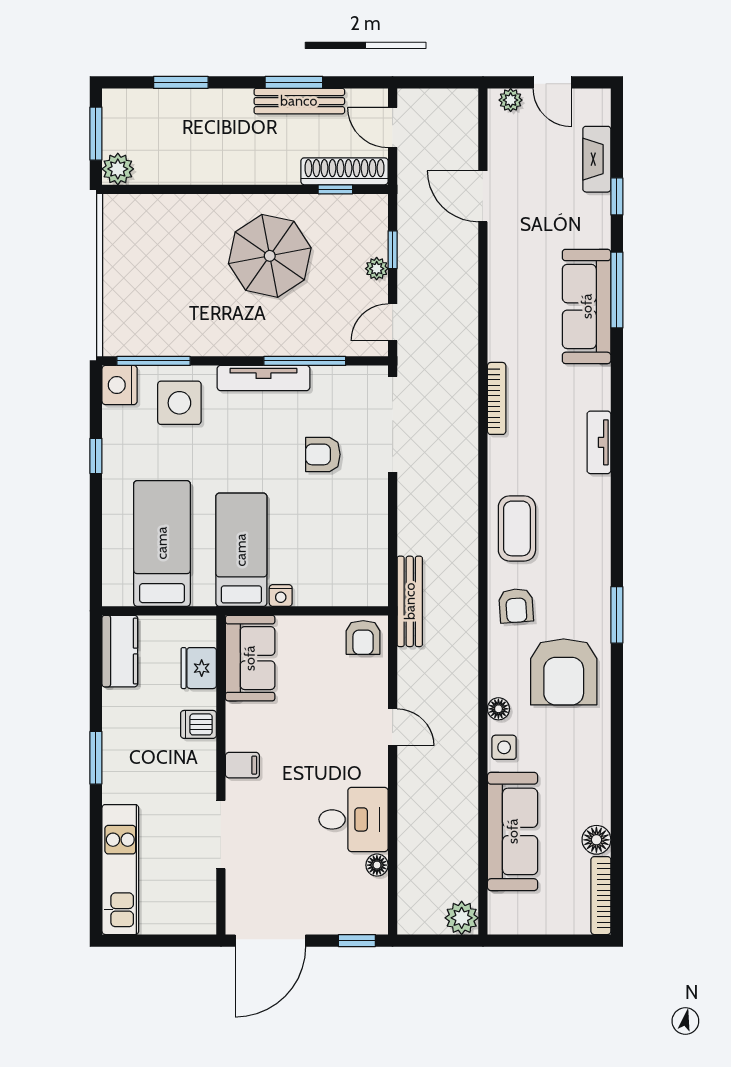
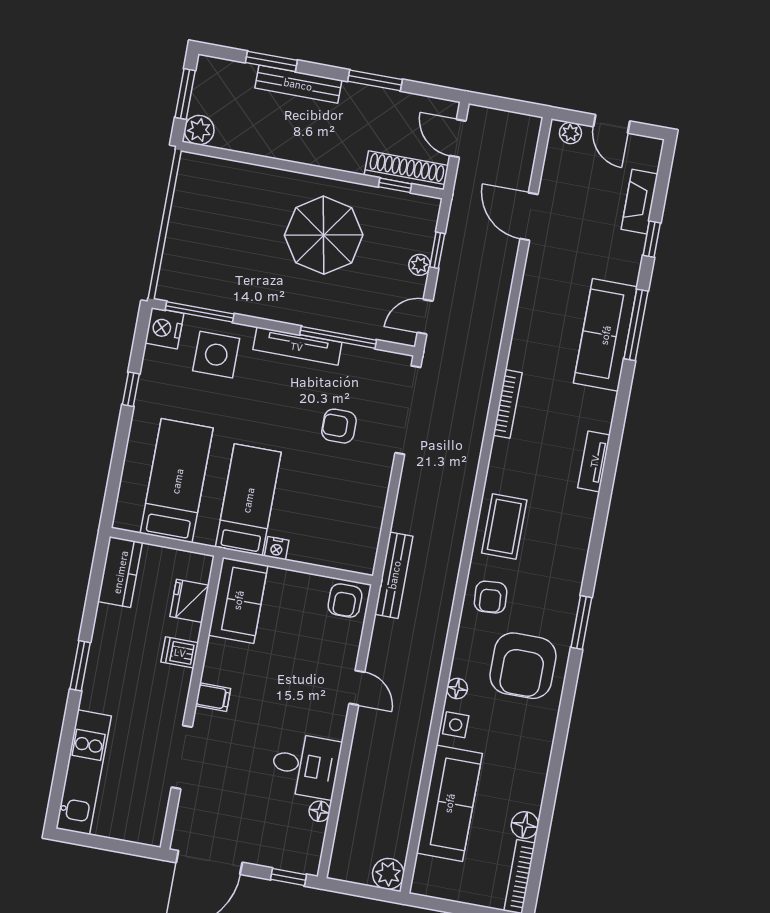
bench: (299, 101) -> (298, 84), moved

